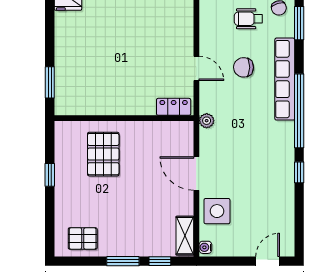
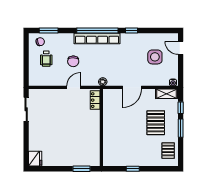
row of seats: (285, 79) -> (97, 38), moved
pallet: (103, 154) -> (156, 123), moved, turned 90
side table: (217, 211) -> (155, 57), moved

